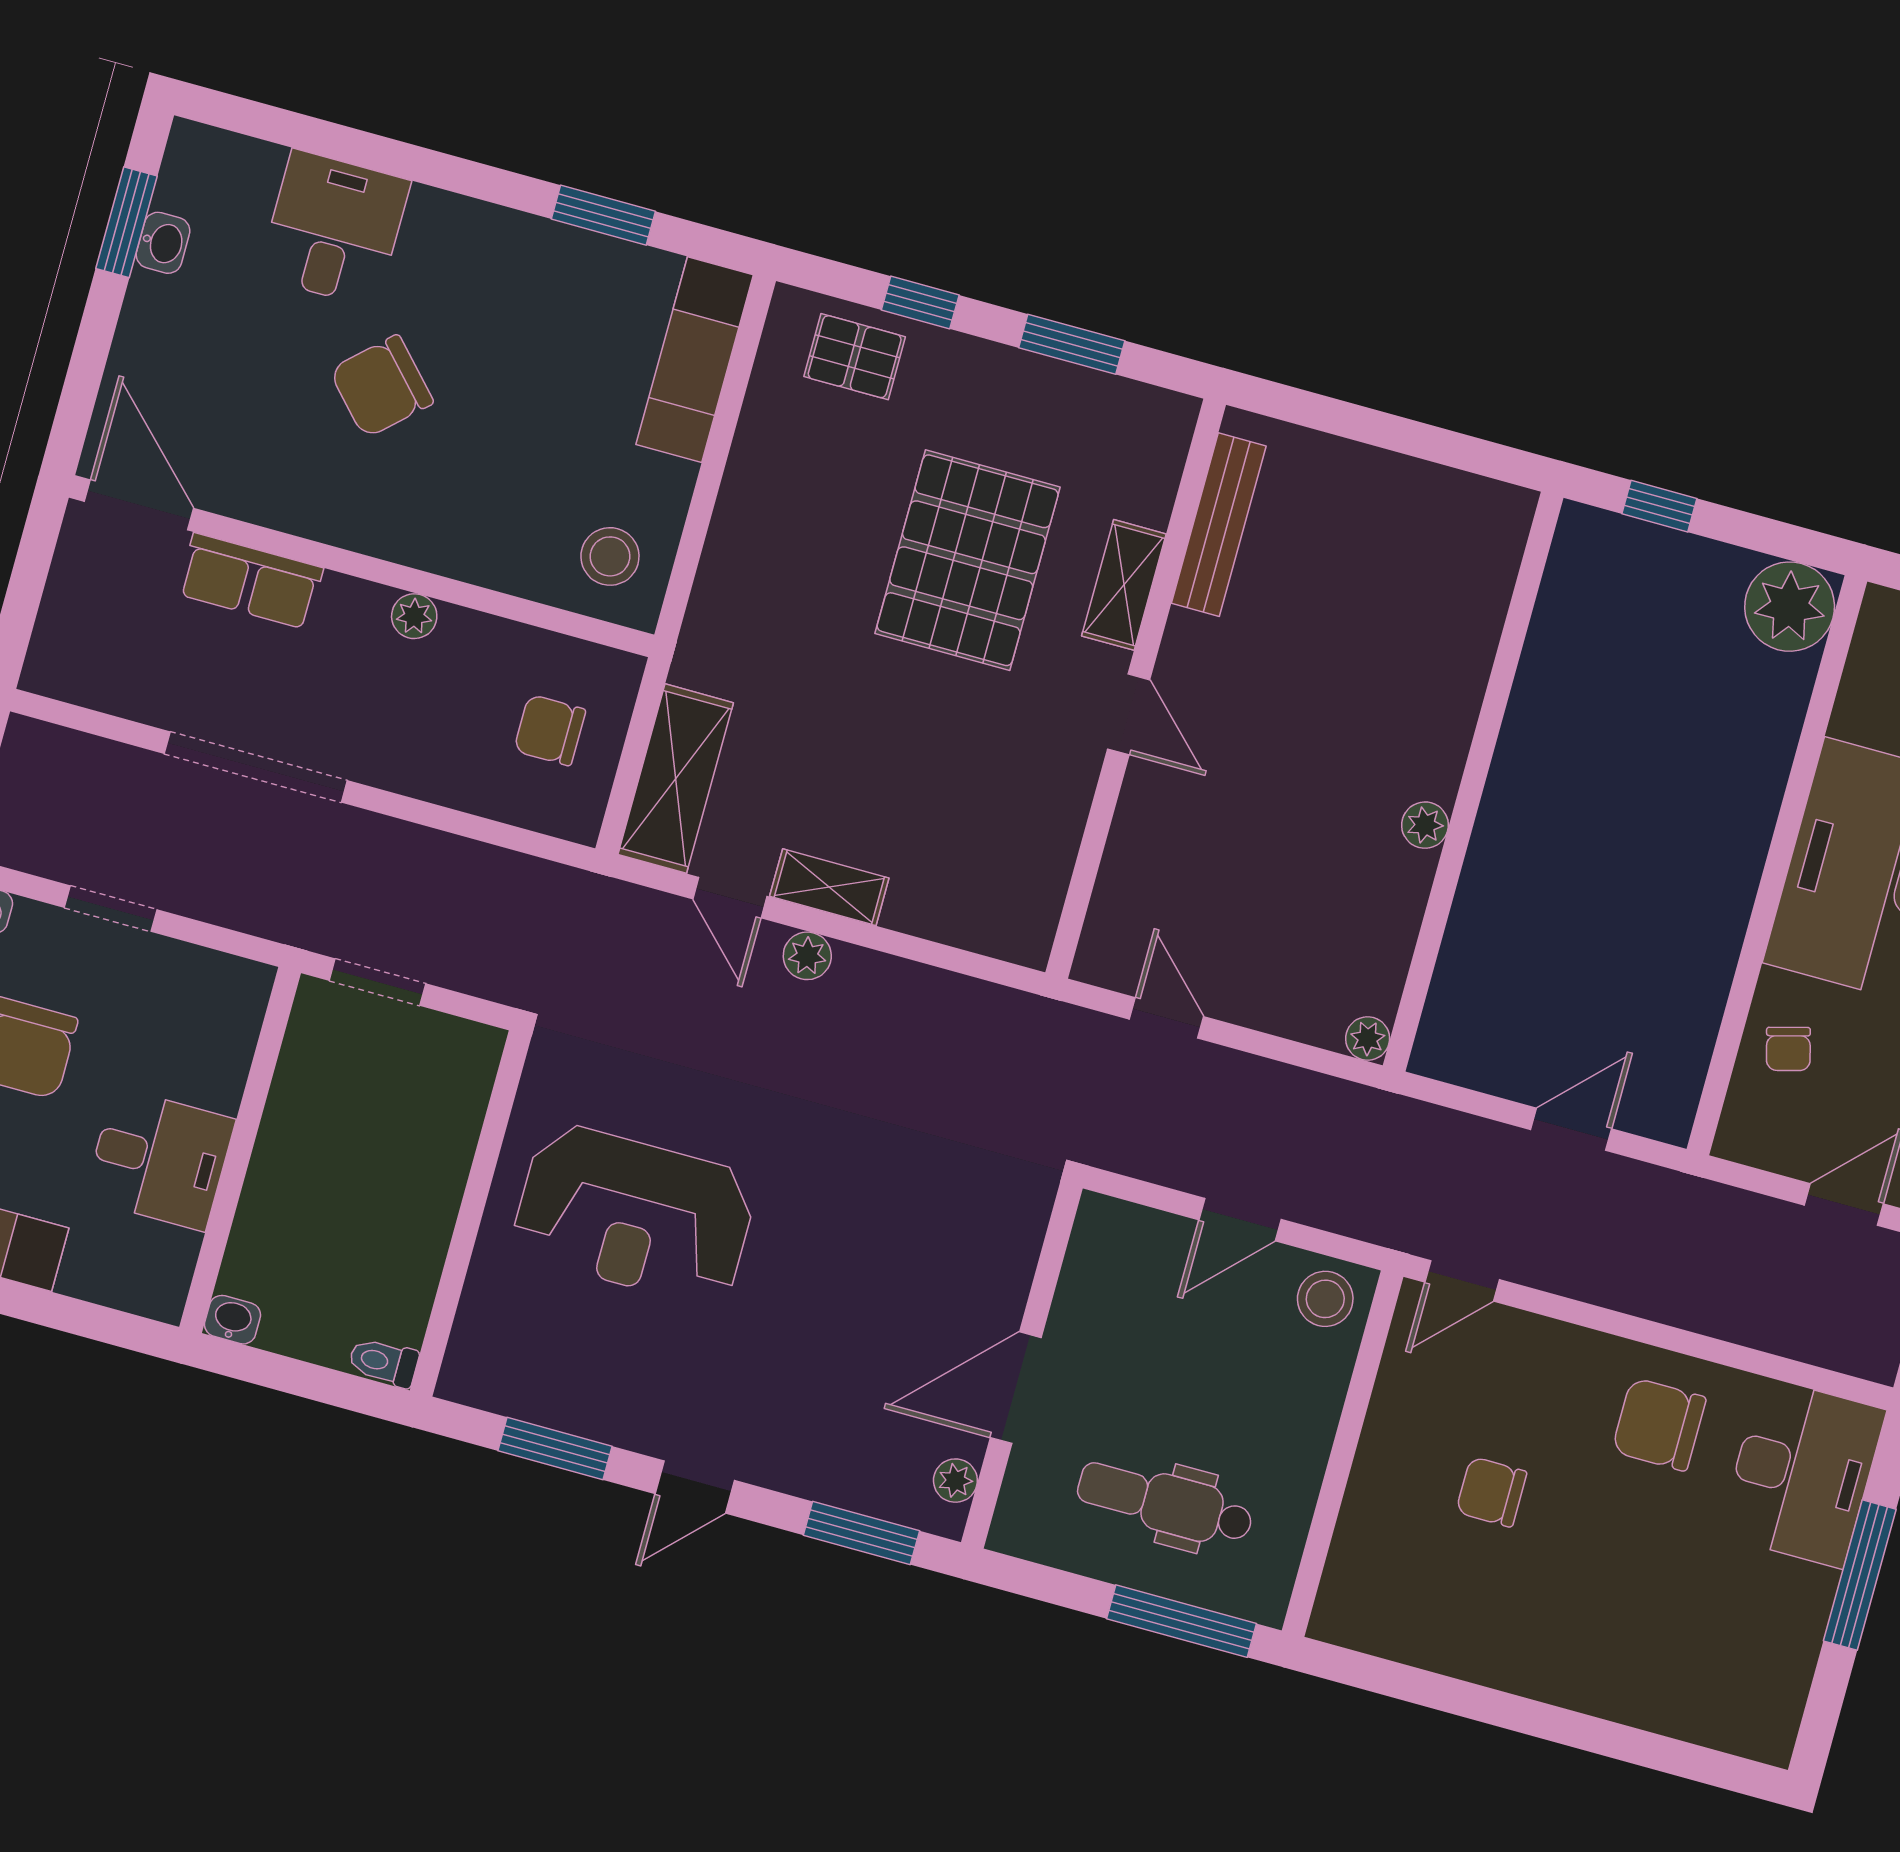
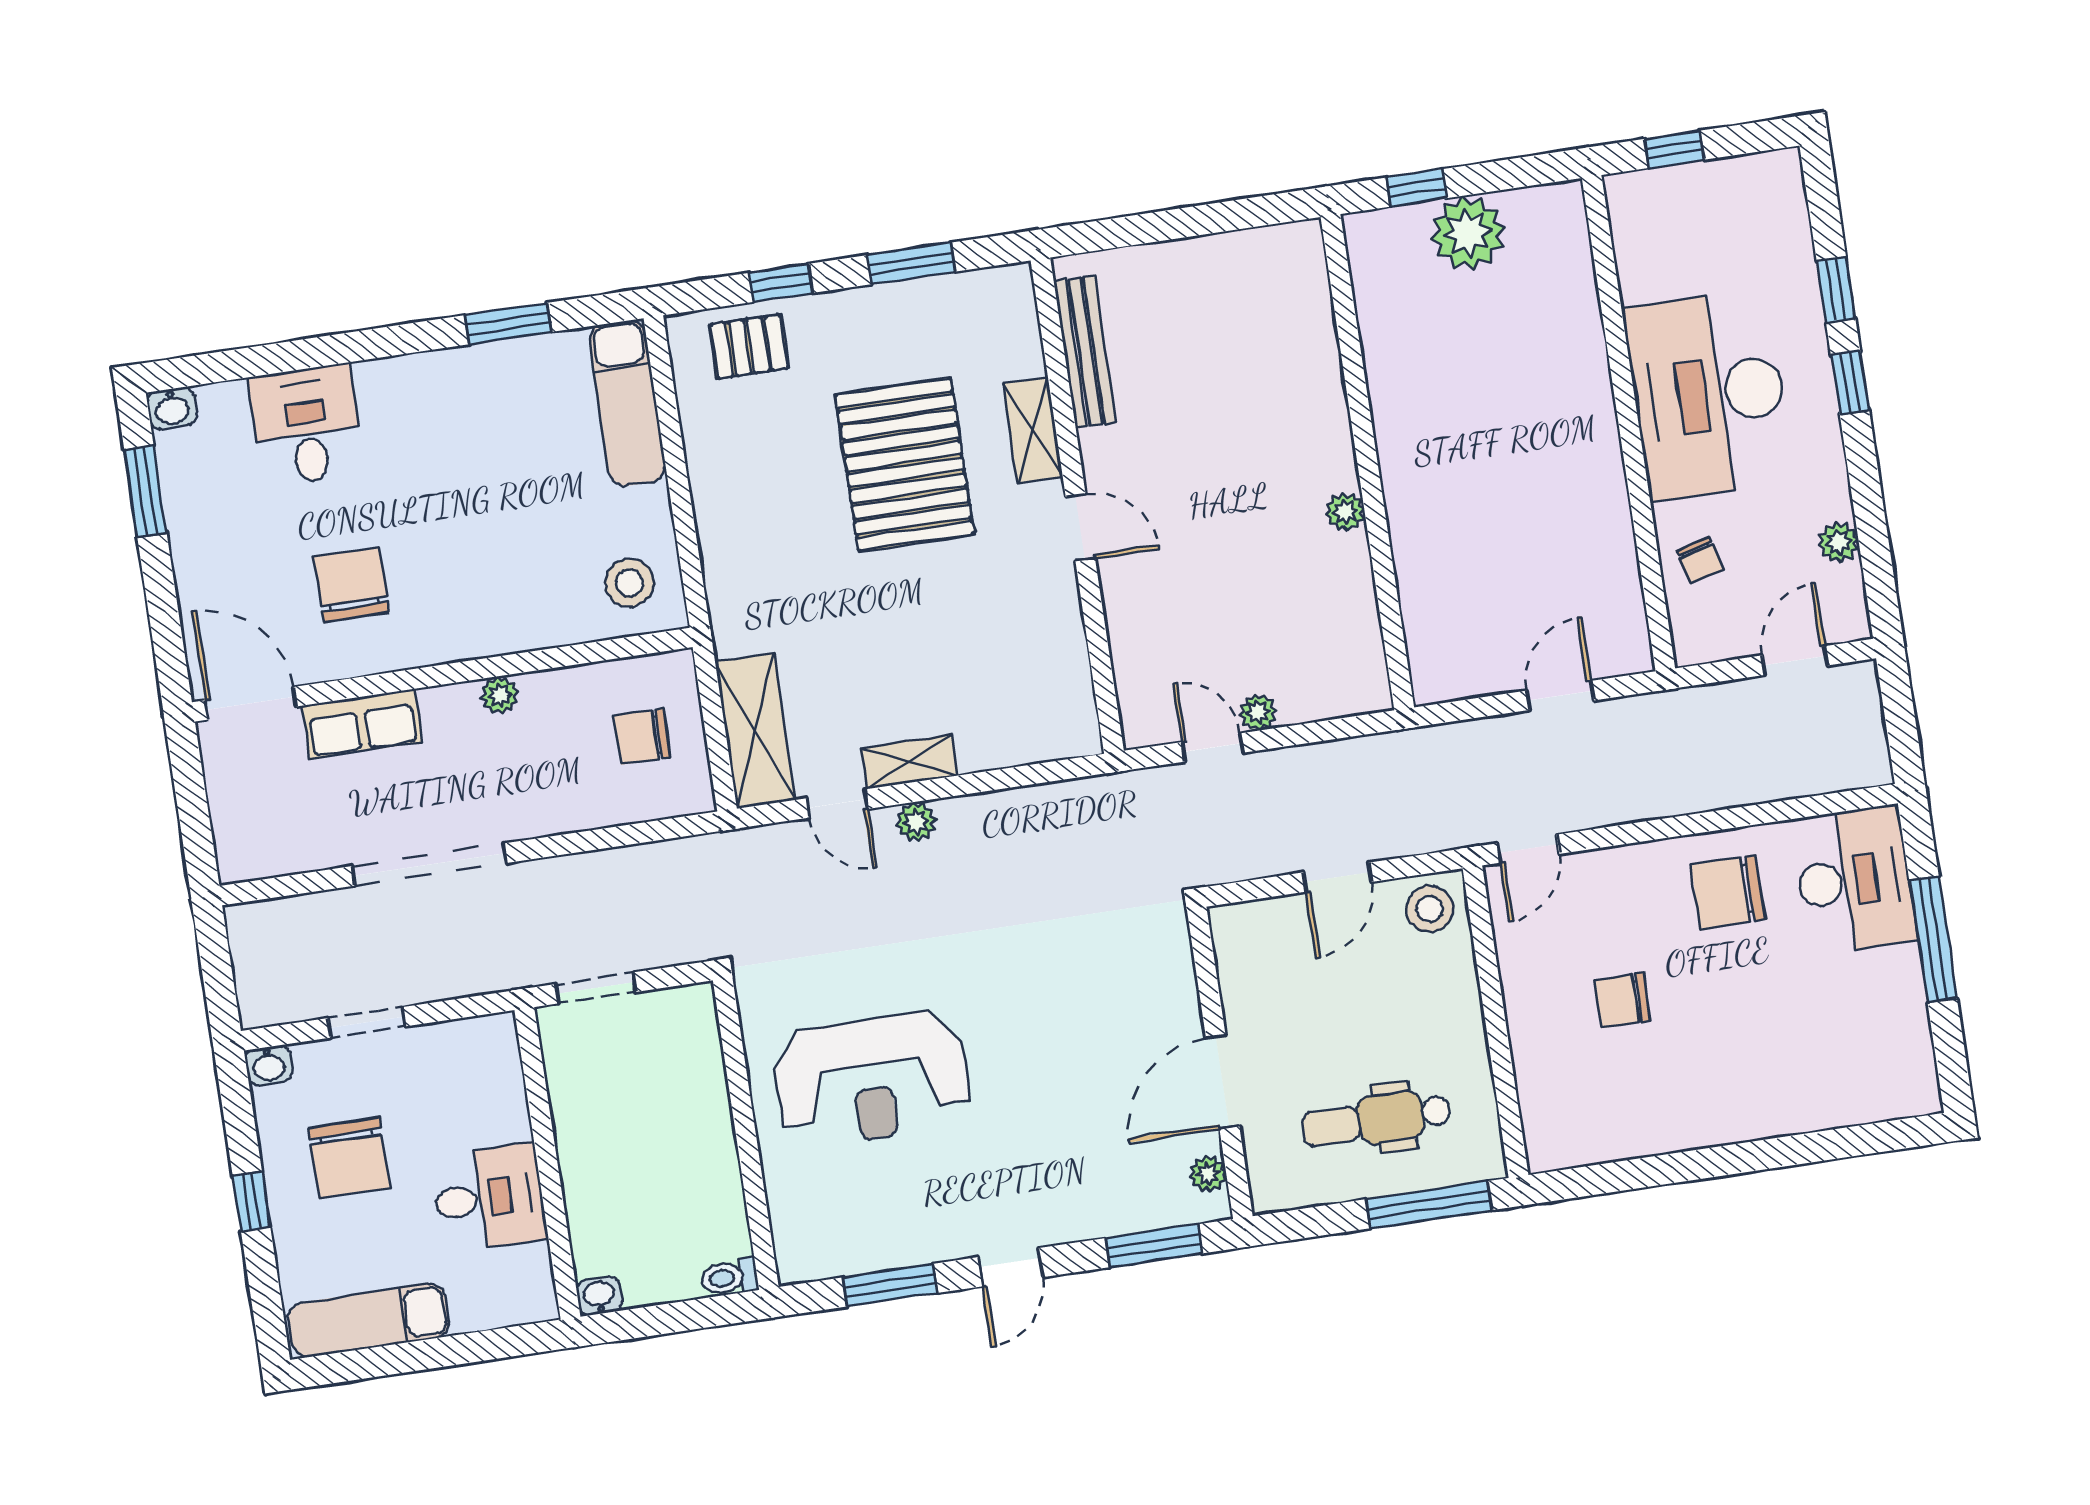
washbasin: (163, 243) -> (172, 408), moved, turned 90
chair: (381, 386) -> (351, 585), moved, turned 133
plant: (1790, 607) -> (1468, 233), moved
plant: (1368, 1038) -> (1258, 712), moved

